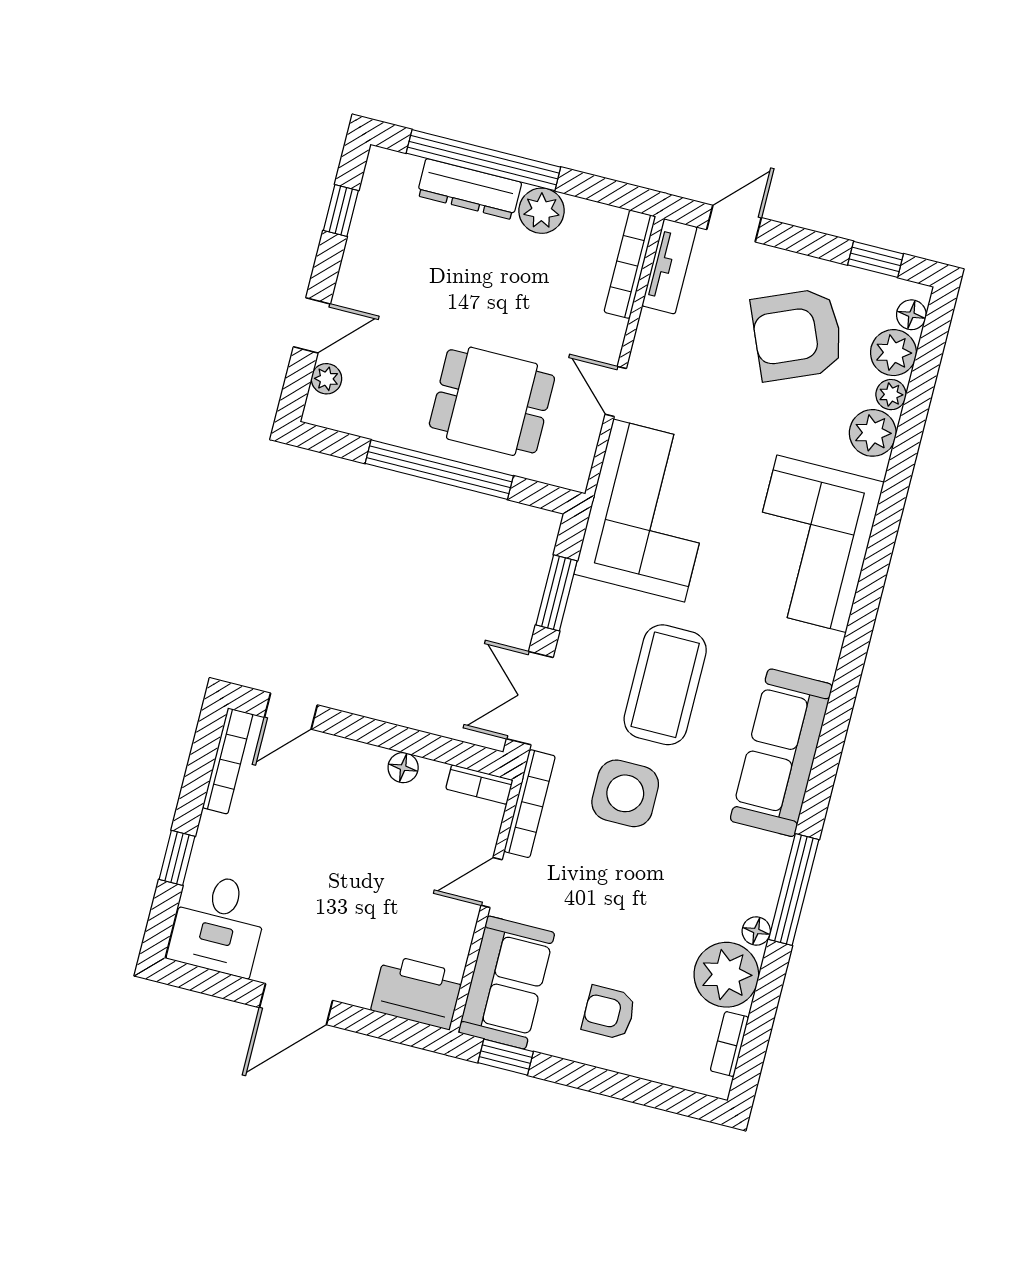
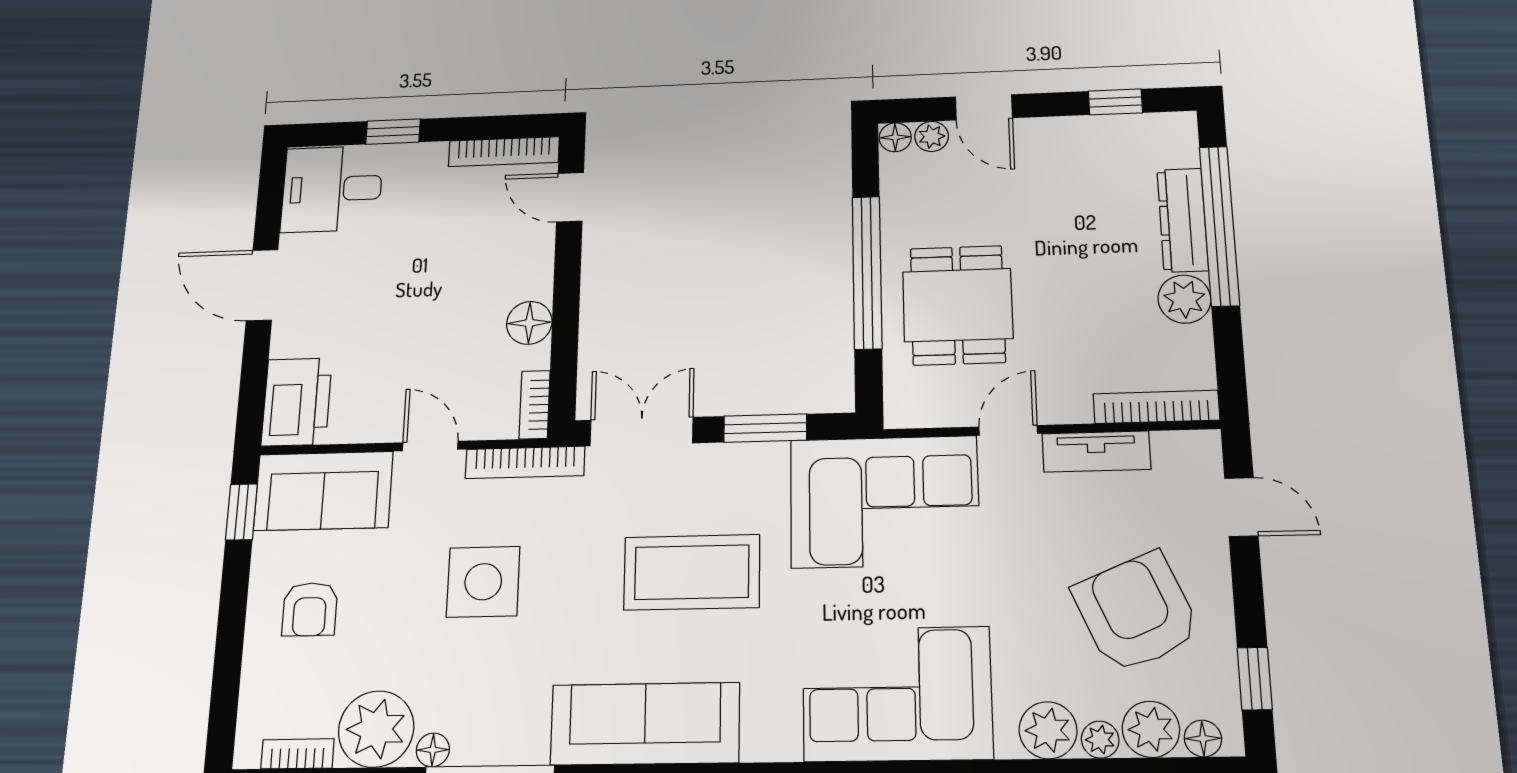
tv unit: (669, 266) -> (1096, 452), moved
floor lamp: (318, 411) -> (895, 137), added
floor lamp: (403, 768) -> (529, 323), width x1.37, depth x1.37
side table: (625, 793) -> (483, 582), moved
armchair: (609, 1013) -> (310, 609), turned 180

